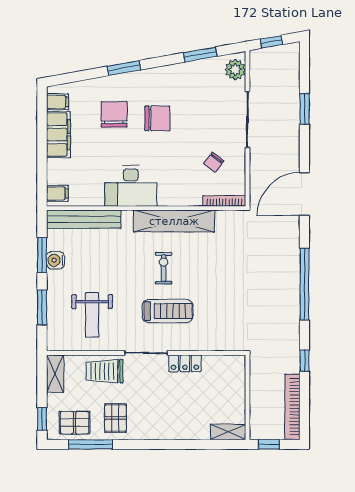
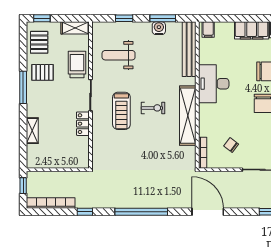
window: (42, 307) -> (124, 18), width x0.67
shelving: (228, 432) -> (32, 131), moved
window: (91, 444) -> (23, 87), moved

